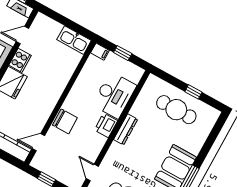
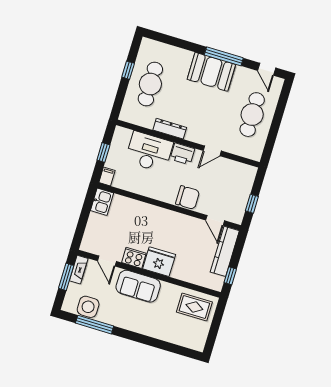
kitchen sink: (74, 40) -> (102, 202), width x0.73
chair: (65, 121) -> (188, 197), turned 90
dresser: (126, 129) -> (170, 129), moved
door: (92, 172) -> (212, 151), moved

